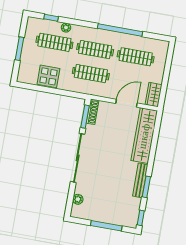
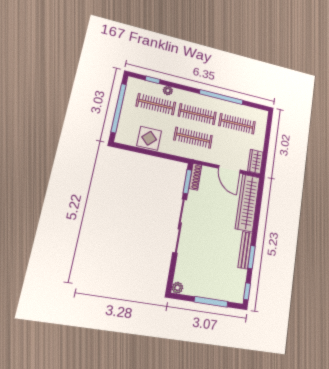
window: (20, 49) -> (119, 108), width x2.11
door: (127, 103) -> (229, 169), swing flipped
plant: (78, 199) -> (177, 288), moved

